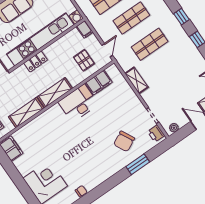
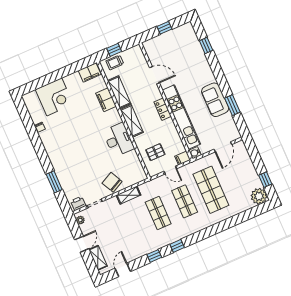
door: (107, 50) -> (170, 170), moved
filing cabinet: (99, 83) -> (106, 100), moved
chair: (124, 141) -> (112, 182), moved

